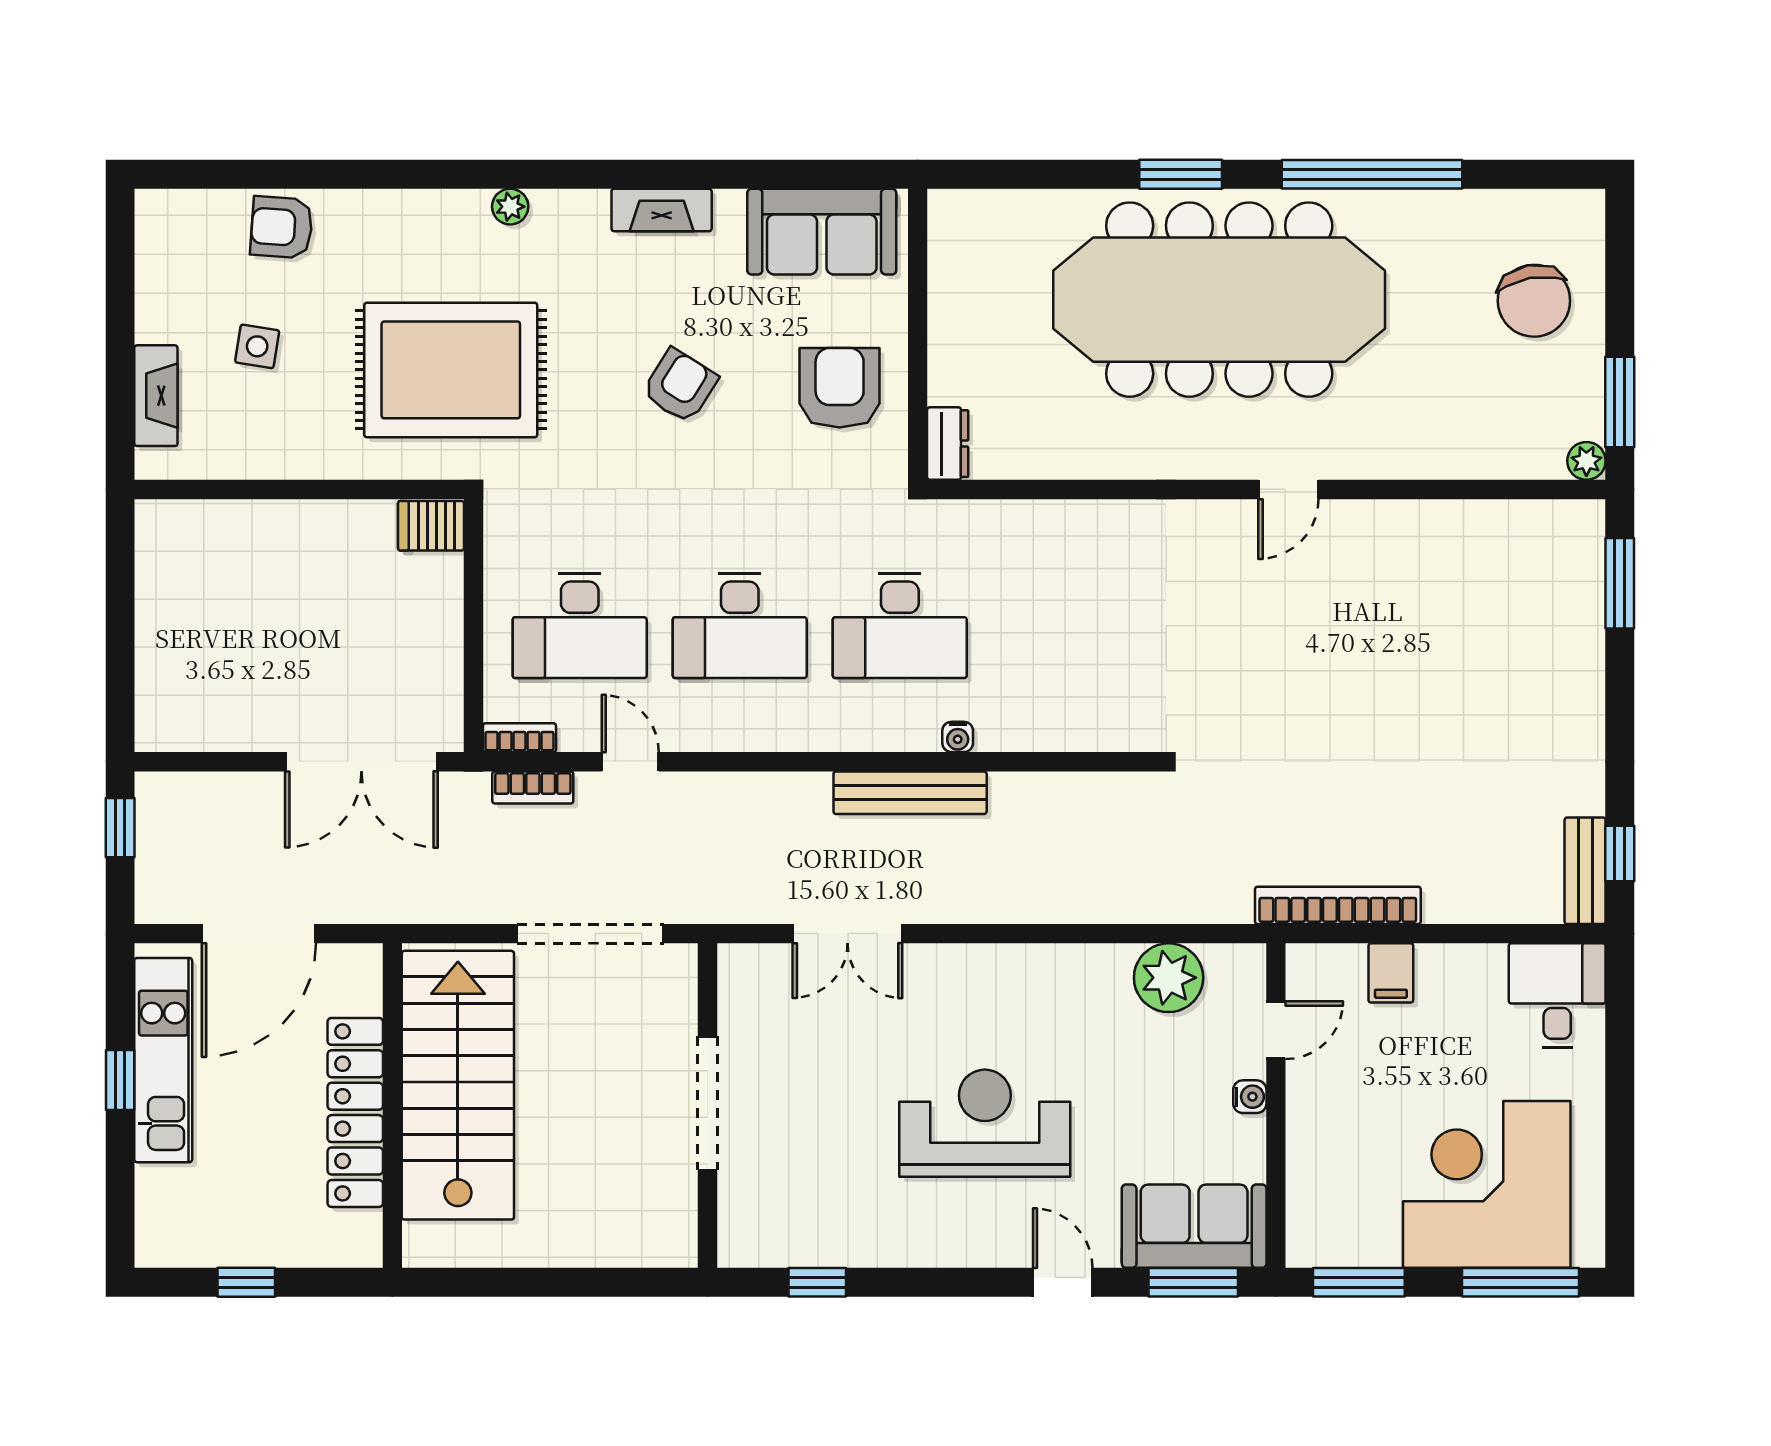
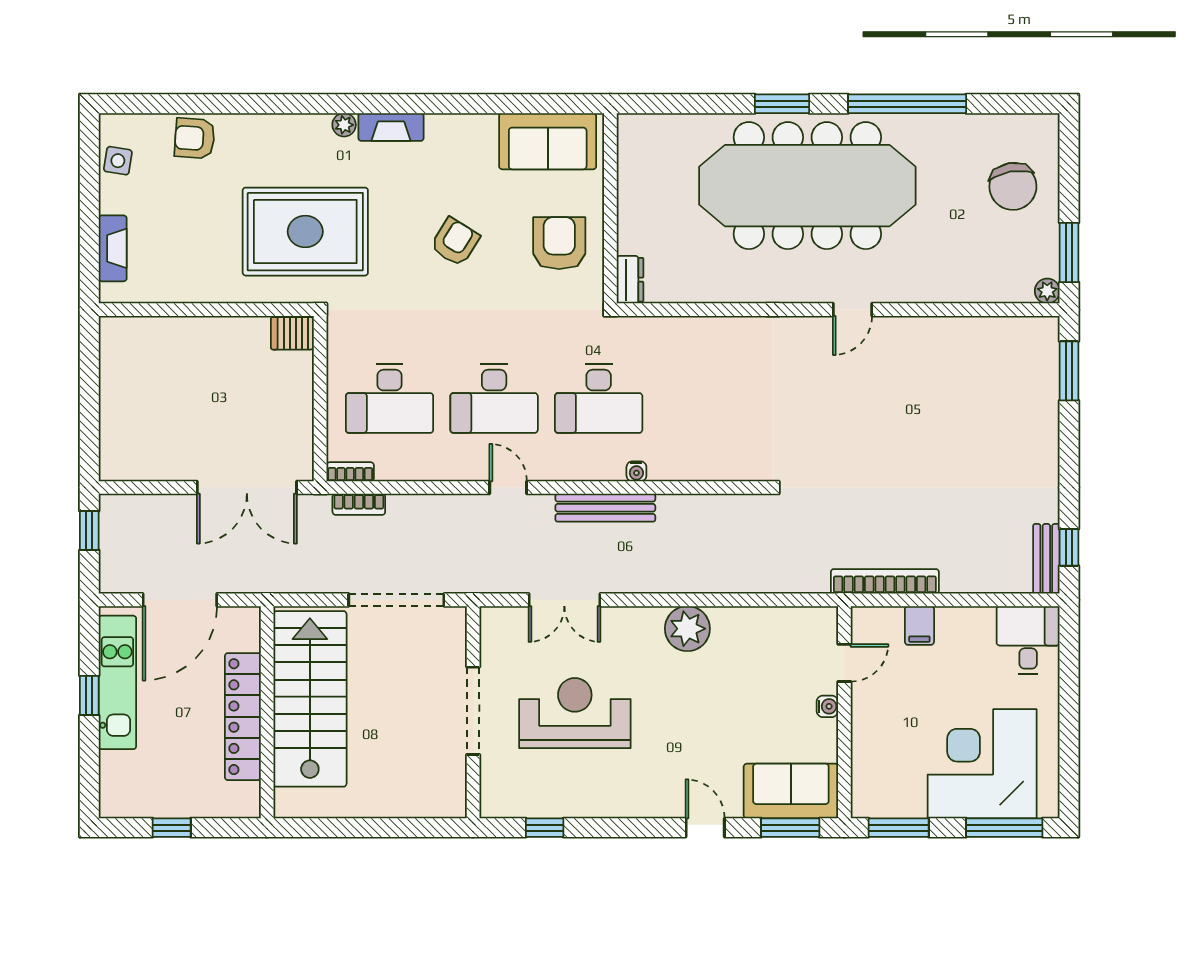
fireplace: (662, 210) -> (391, 127), moved
side table: (257, 346) -> (118, 161), moved
door: (630, 762) -> (508, 488), moved
plant: (1169, 978) -> (687, 629), moved
reception desk: (985, 1123) -> (575, 713), moved

